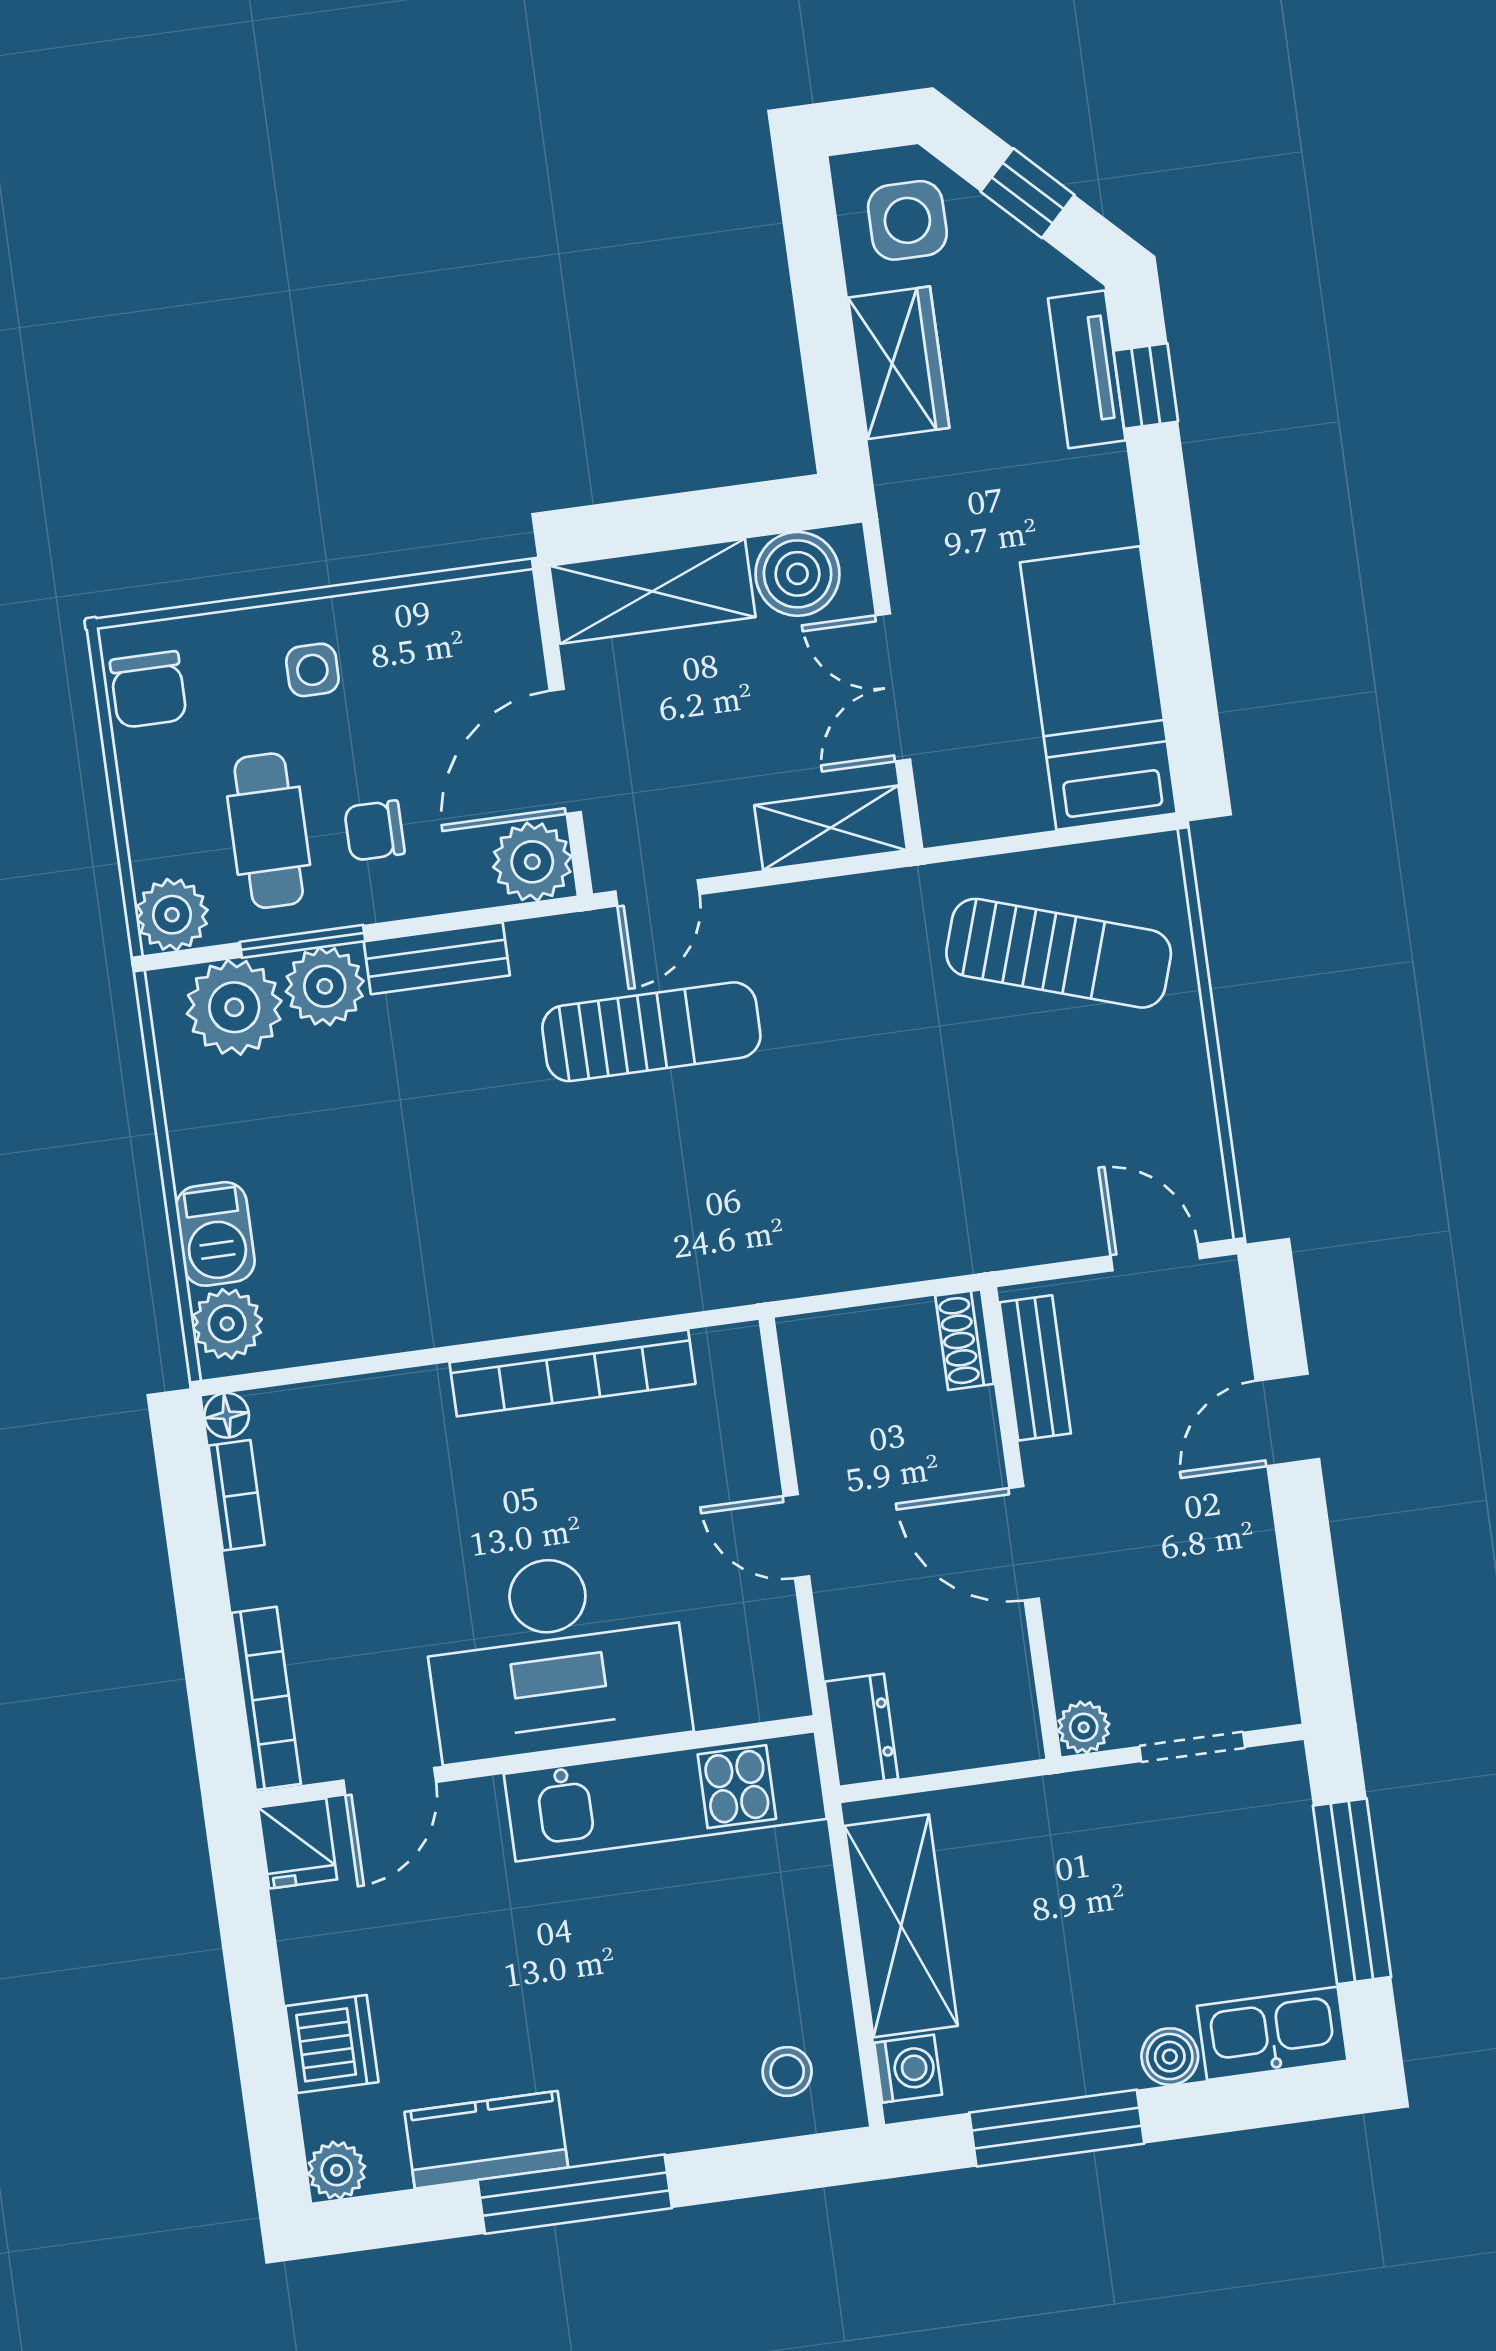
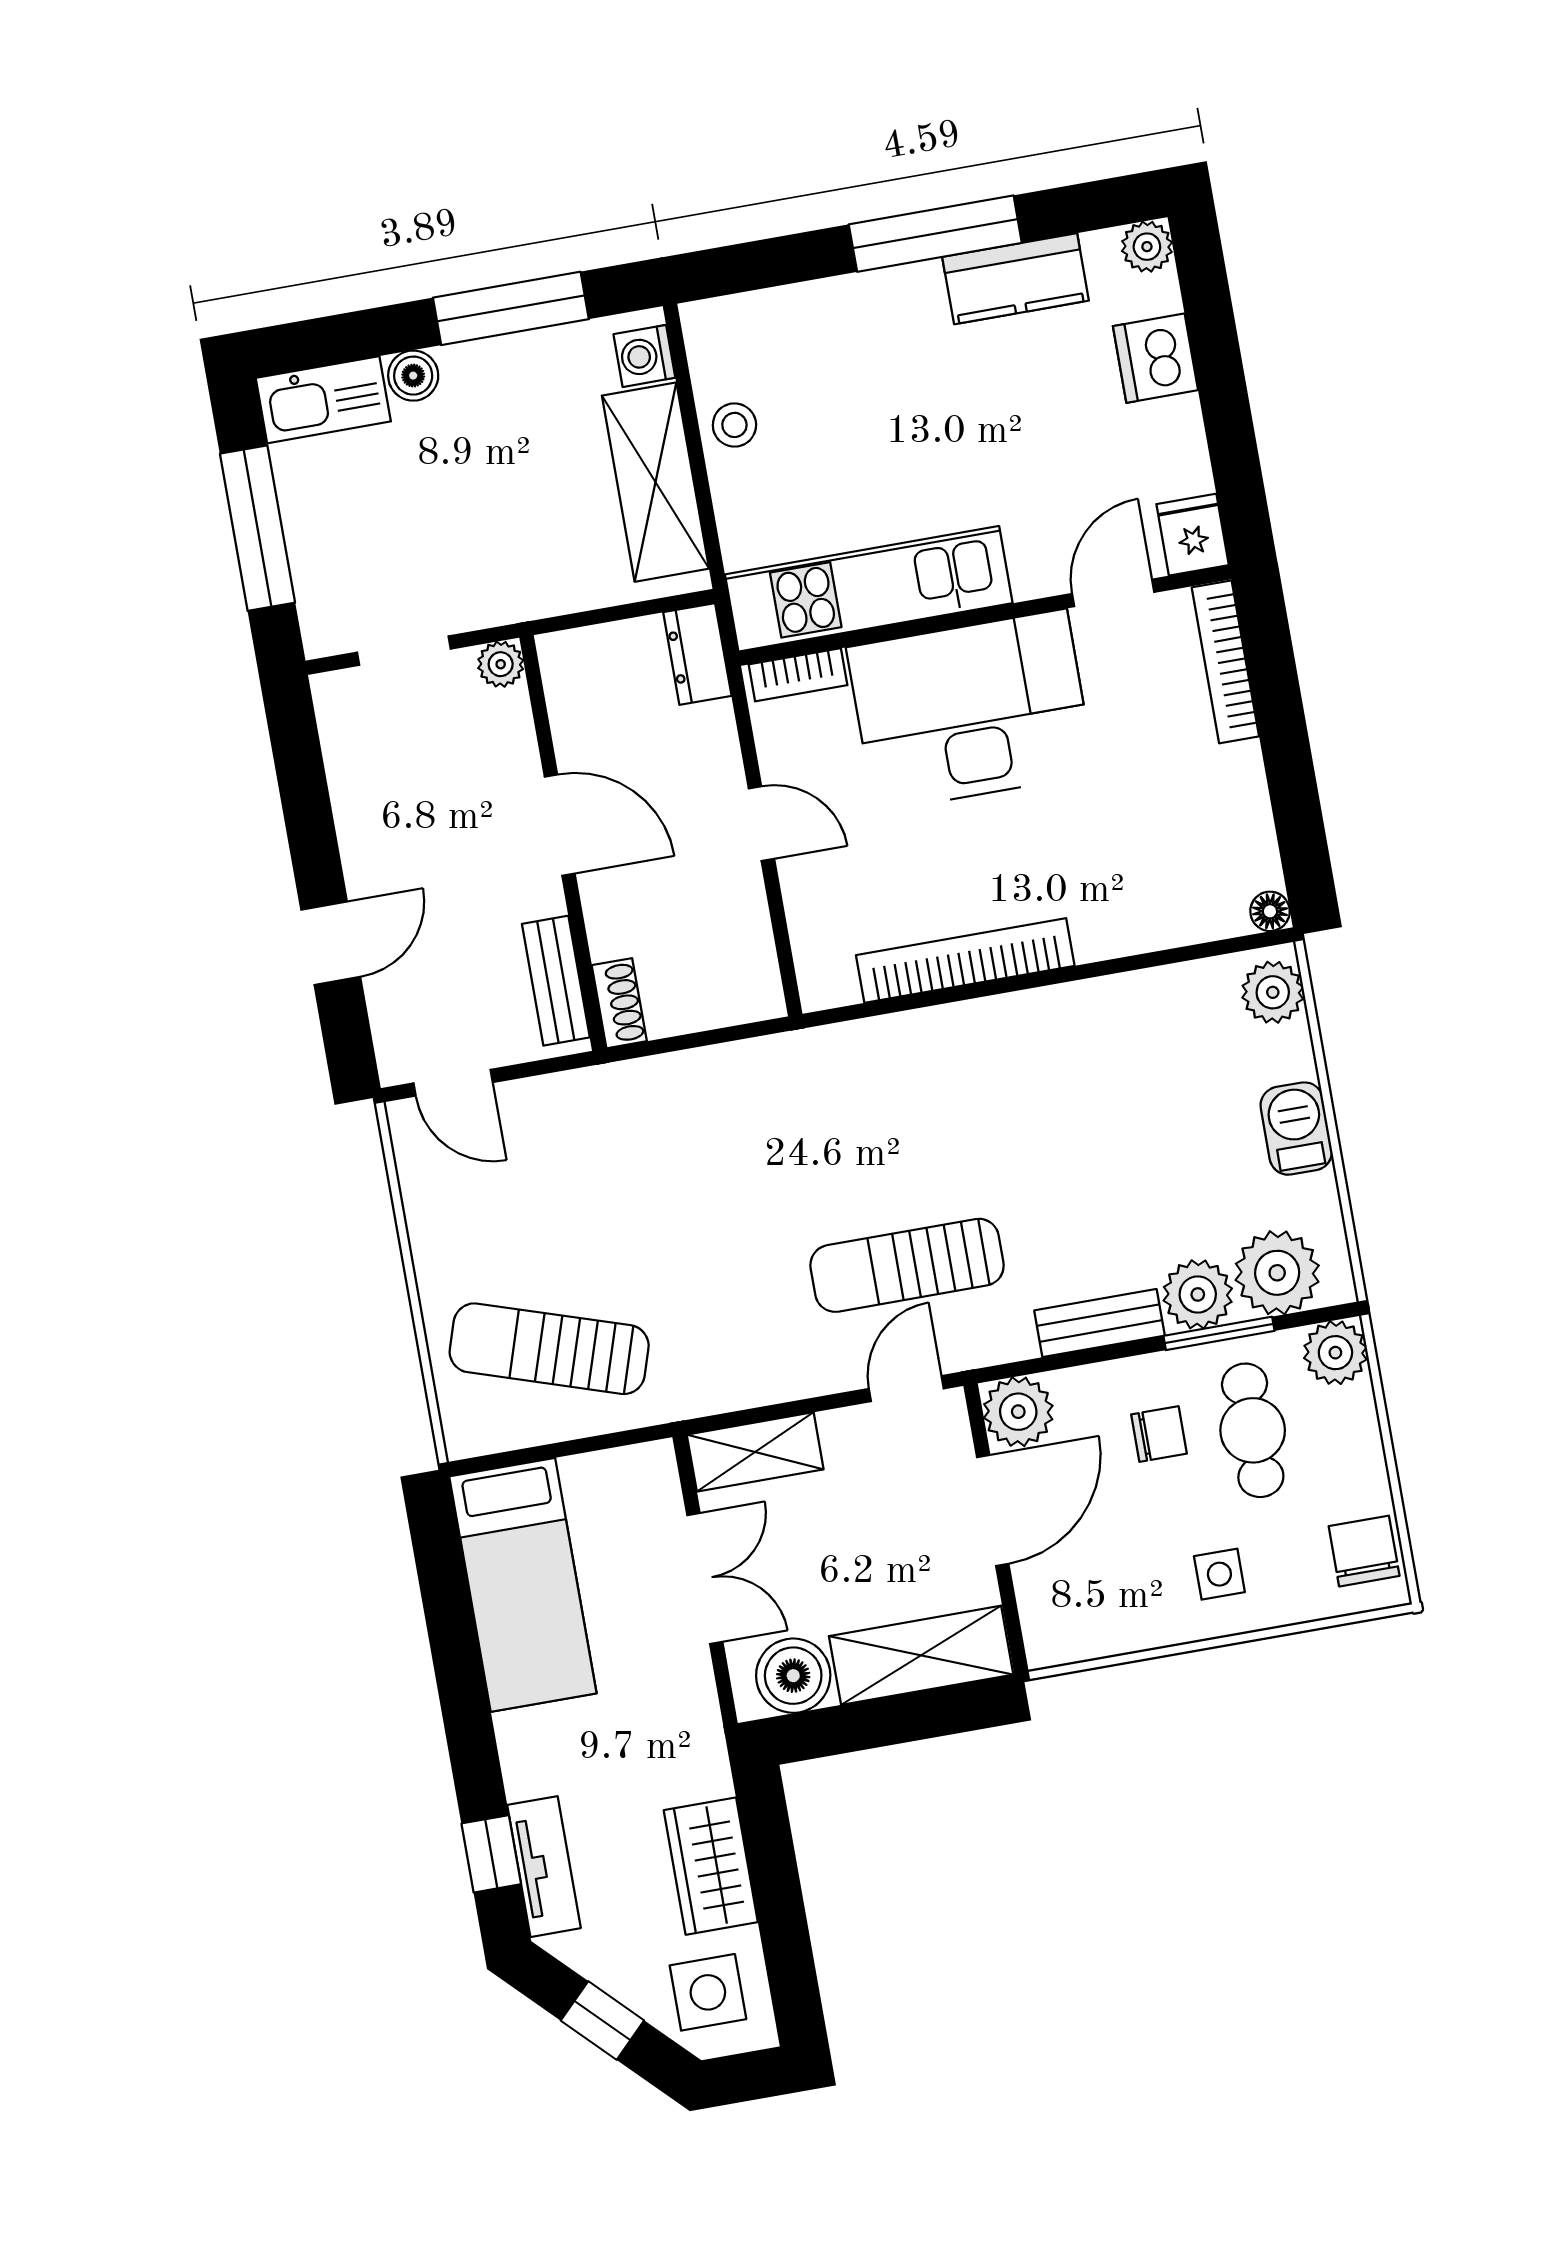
barbecue: (215, 1234) -> (1296, 1129), moved
bookcase: (237, 1495) -> (798, 675), moved, turned -90
stool: (787, 2071) -> (734, 425), moved

